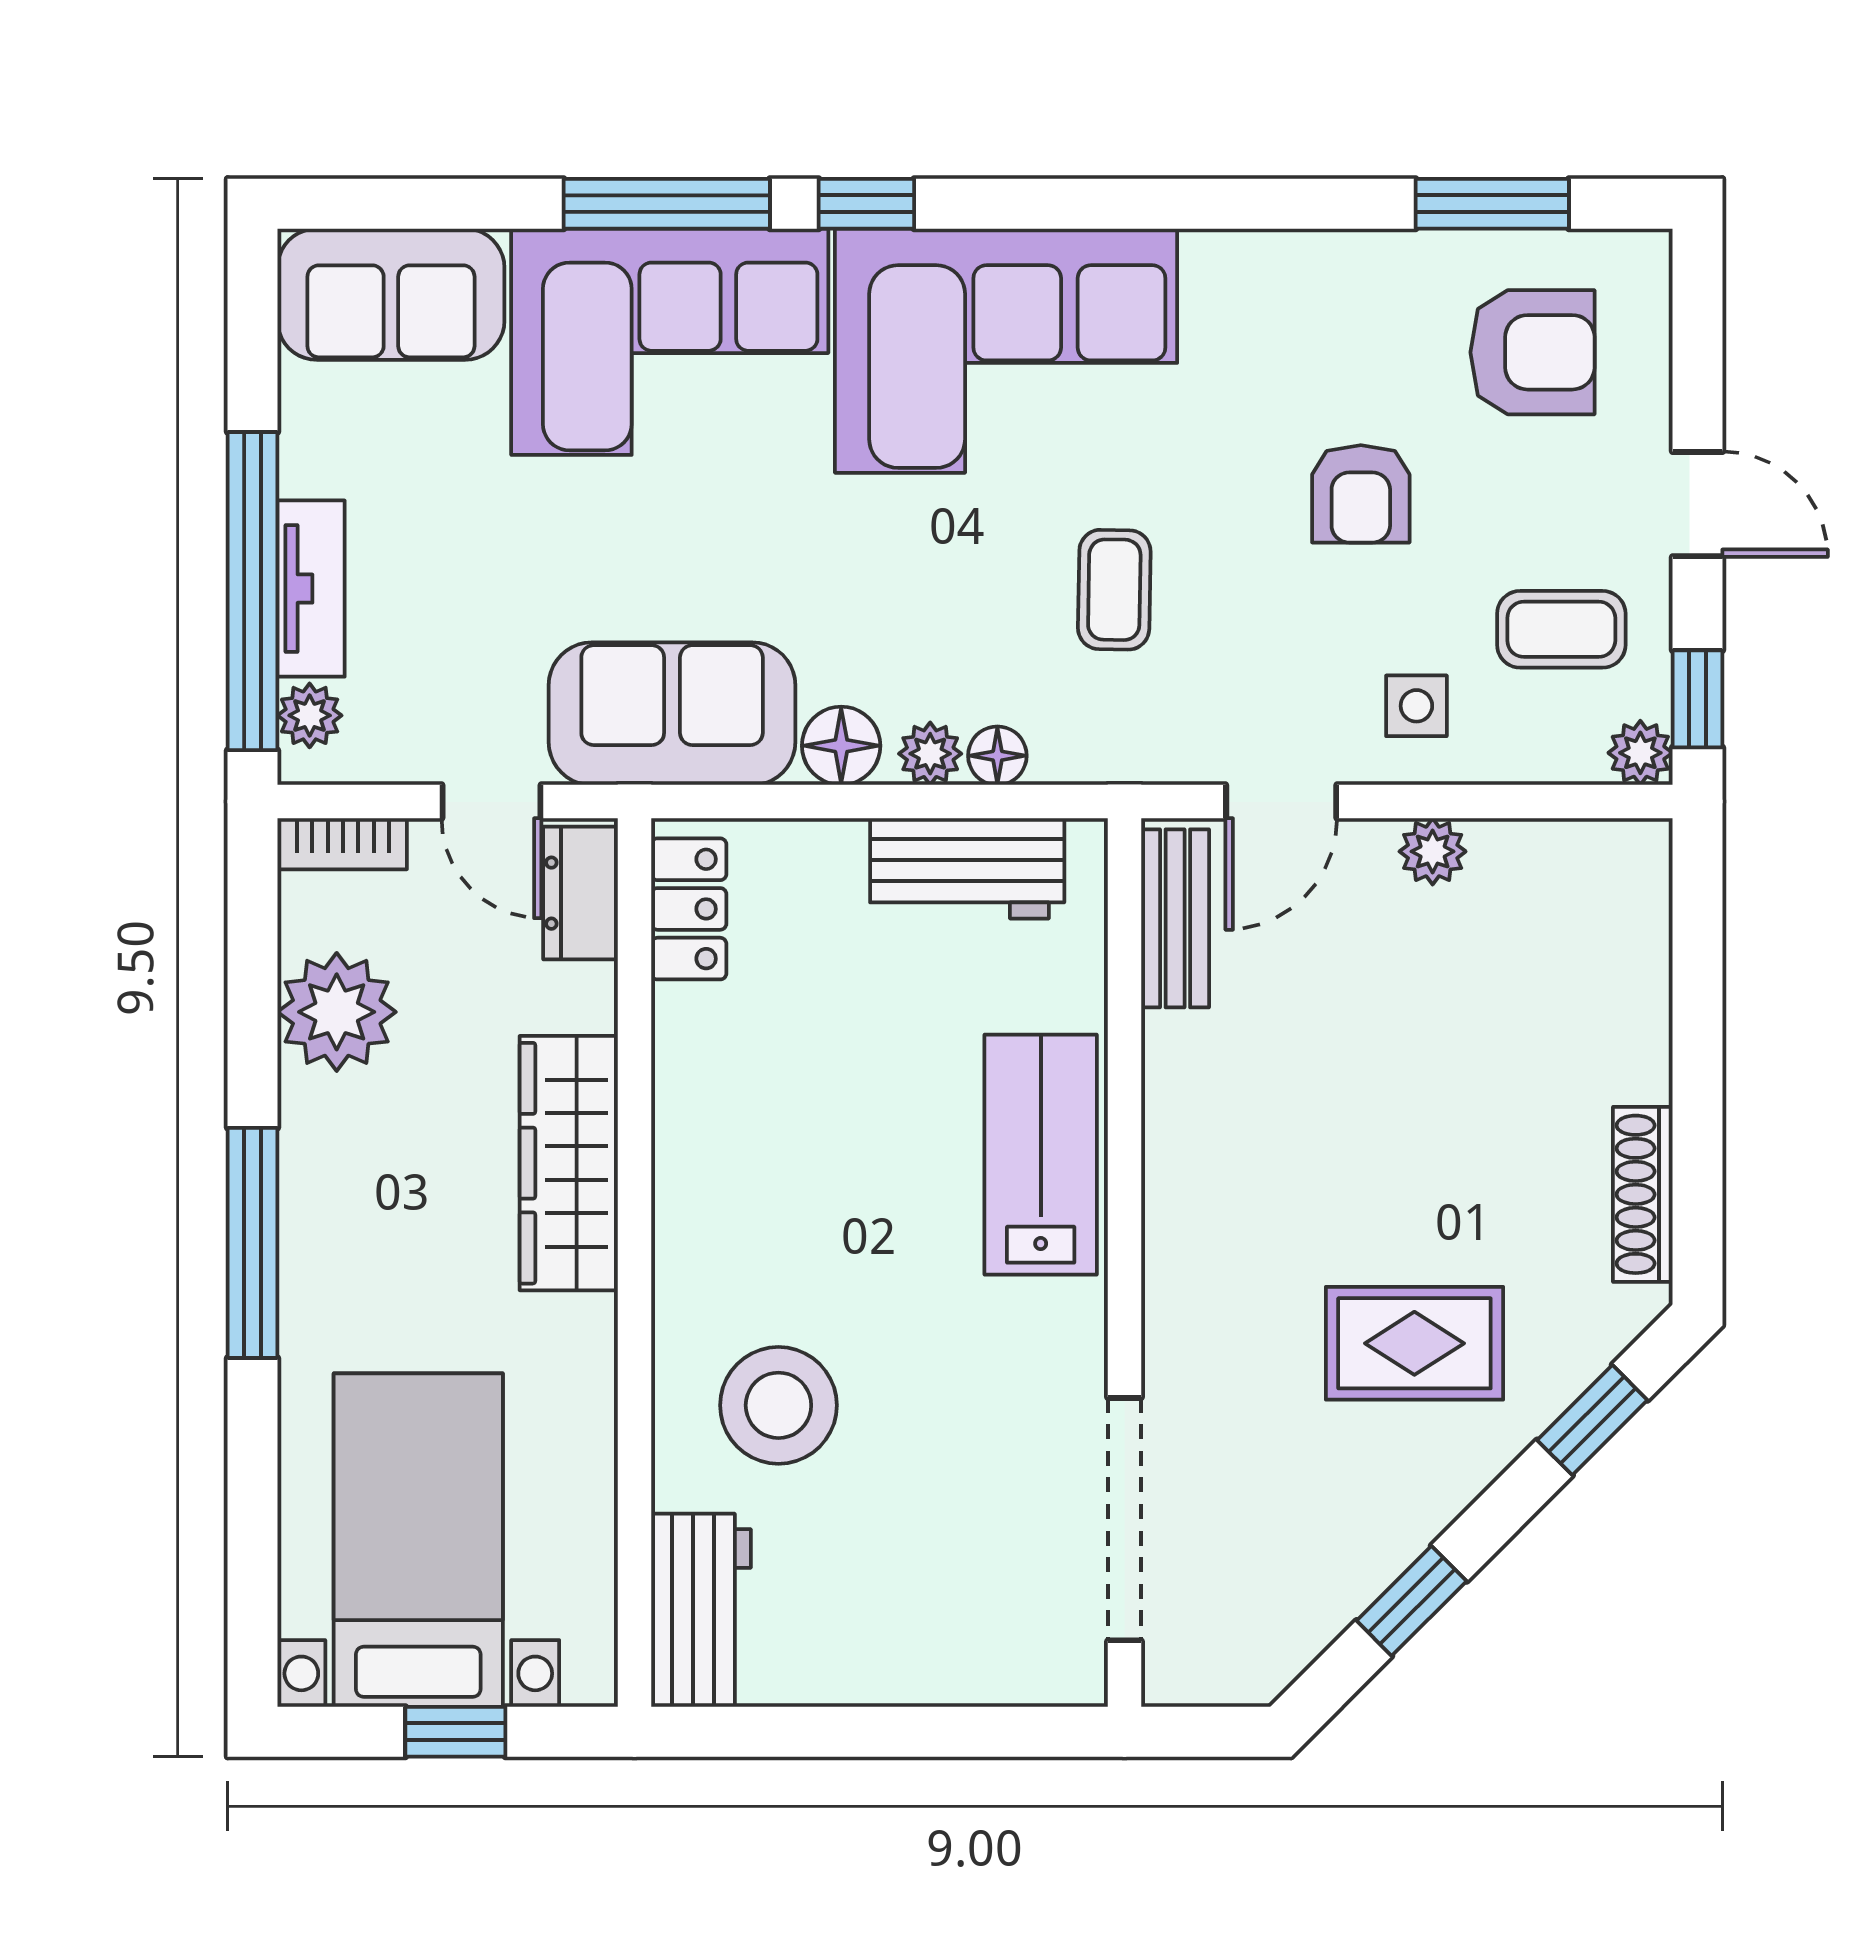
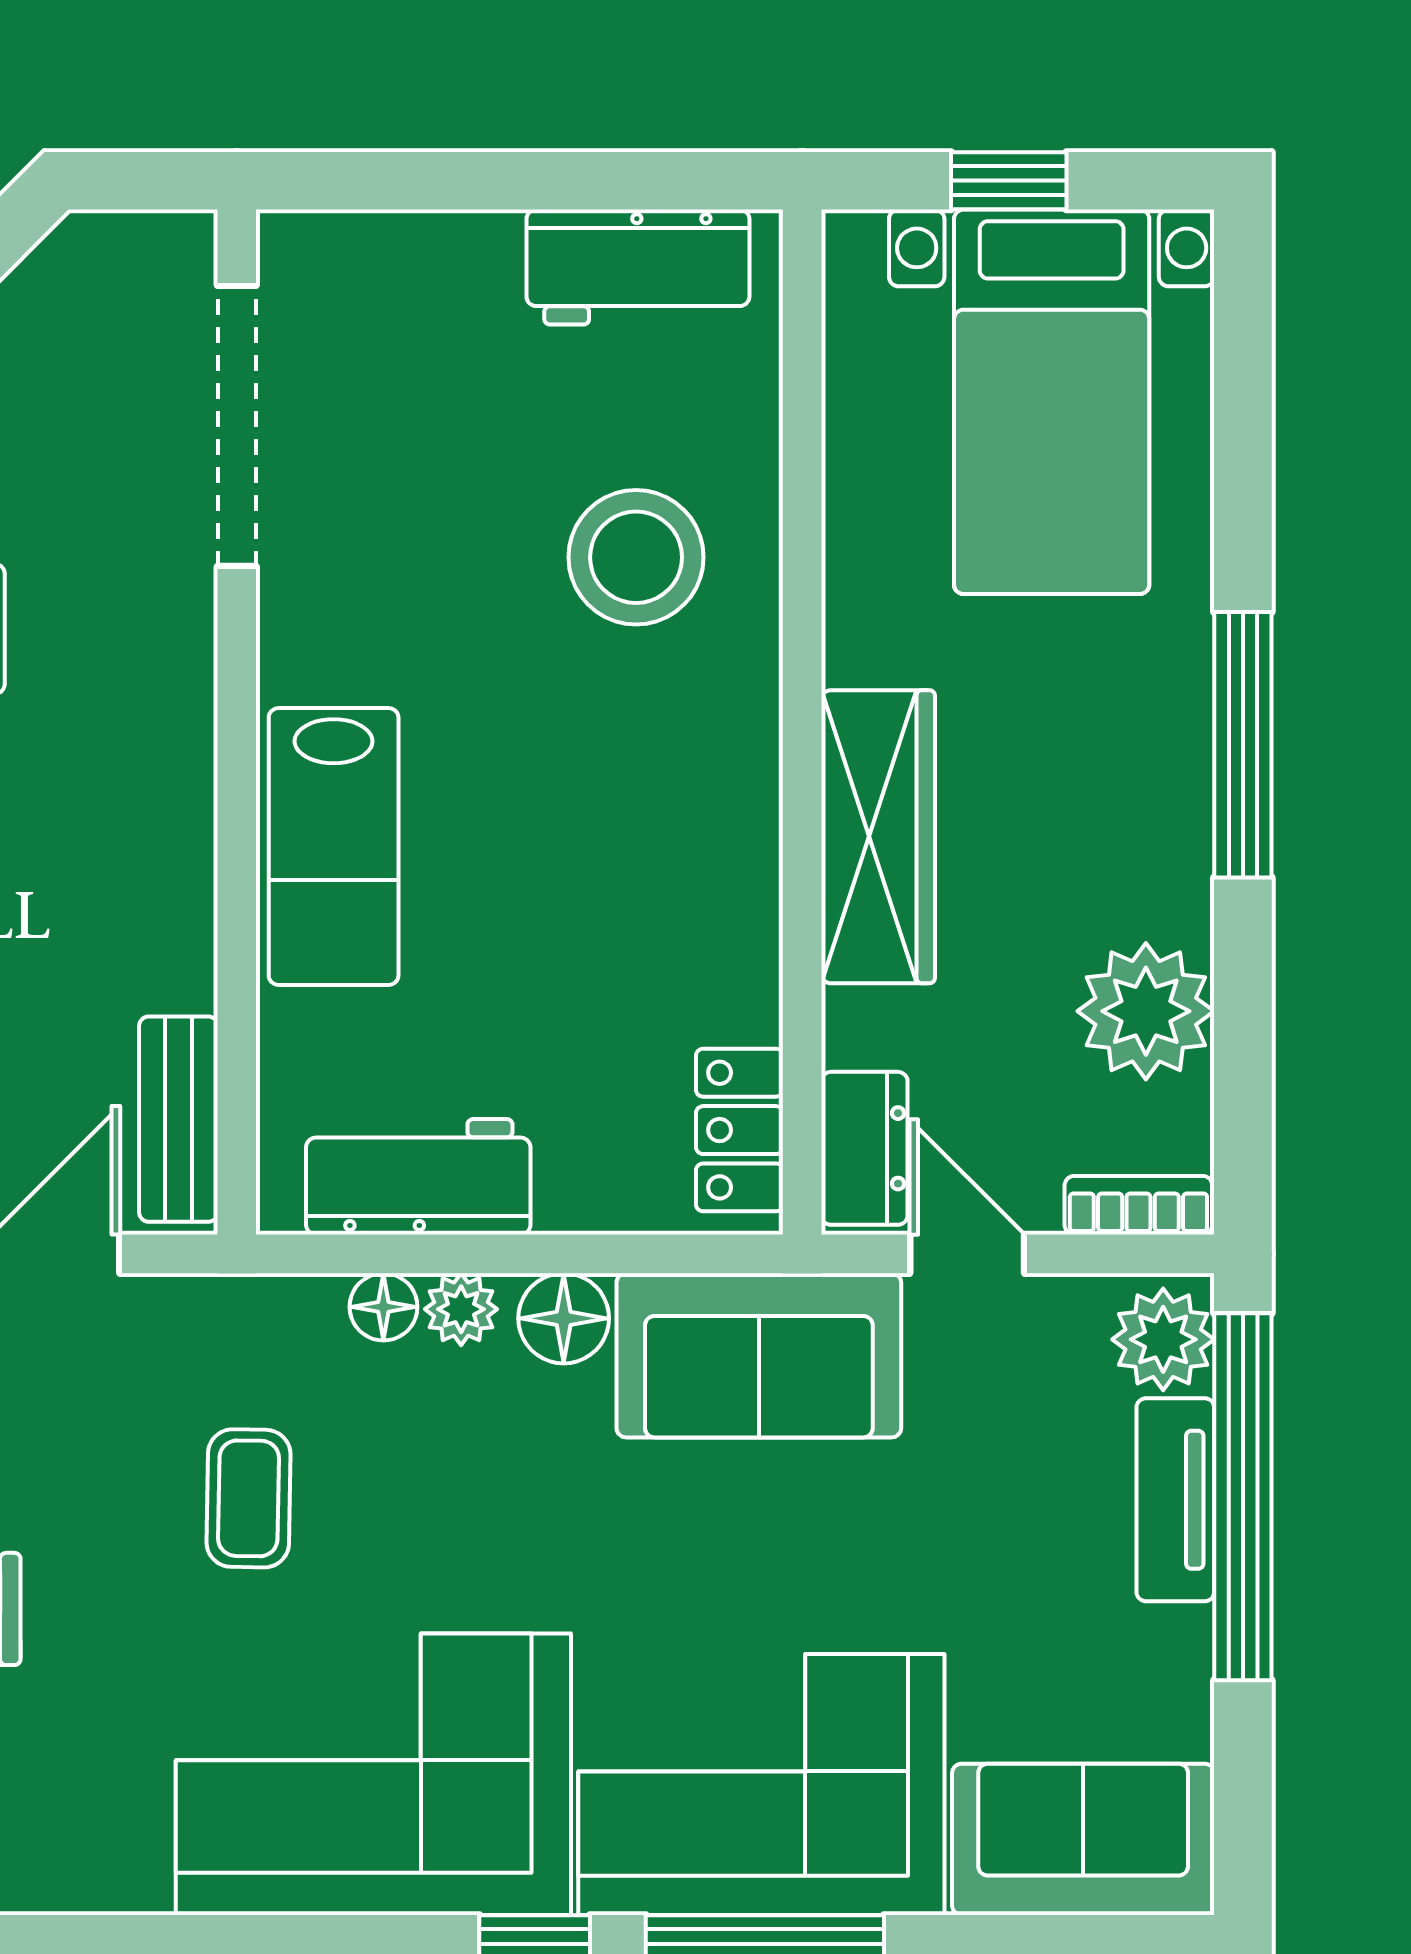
plant: (310, 715) -> (1163, 1339), width x1.38, depth x1.38
workbench: (701, 1610) -> (638, 267), moved, turned -90

